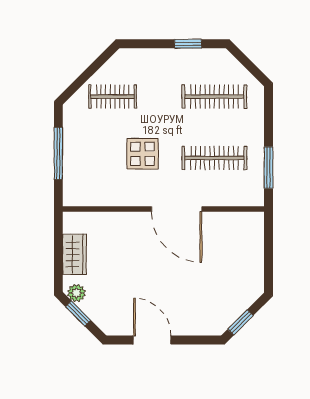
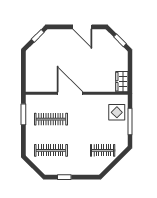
display table: (143, 154) -> (117, 112), moved
wardrobe: (74, 254) -> (122, 82), moved
plant: (76, 293) -> (121, 51), removed

